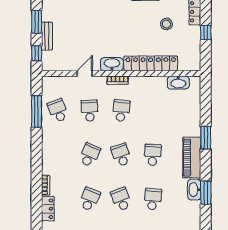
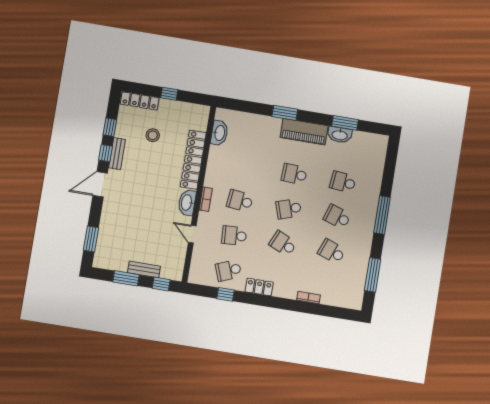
window: (37, 111) -> (226, 294), width x0.46
school desk: (121, 199) -> (337, 217), turned 39
locker: (48, 209) -> (259, 287), moved

